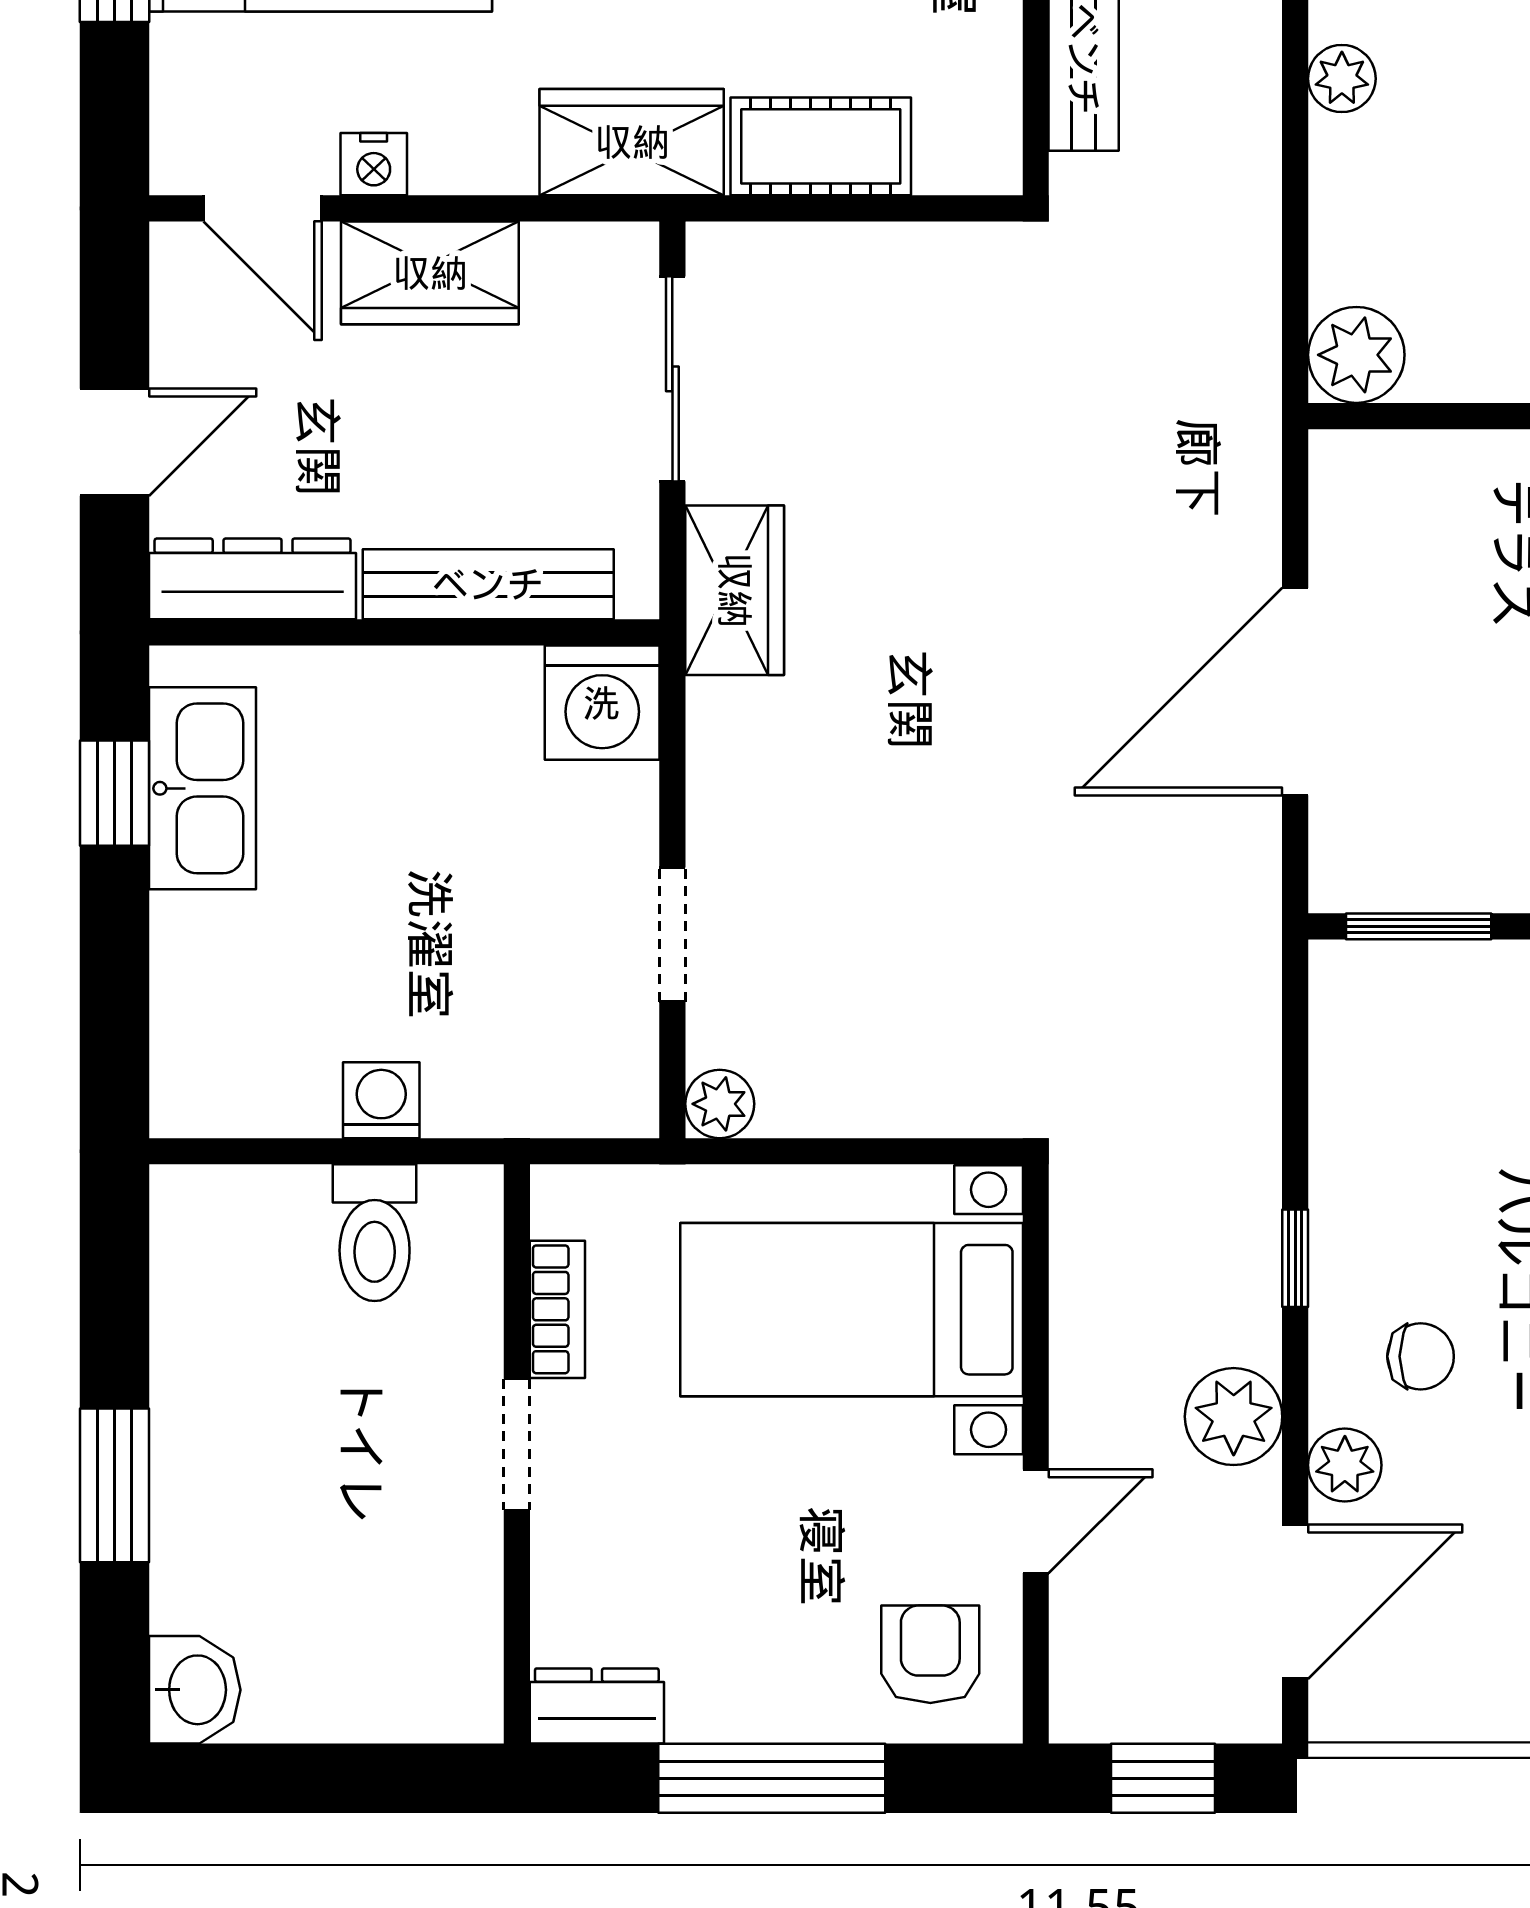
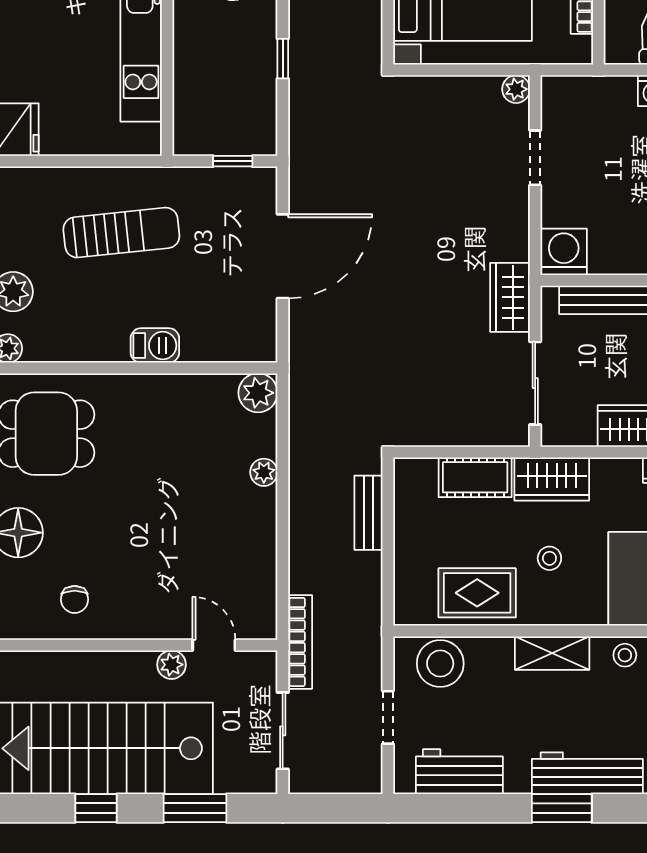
plant: (1342, 79) -> (264, 472), moved
window: (1419, 926) -> (233, 161), width x0.67
window: (1295, 1258) -> (283, 59), moved

